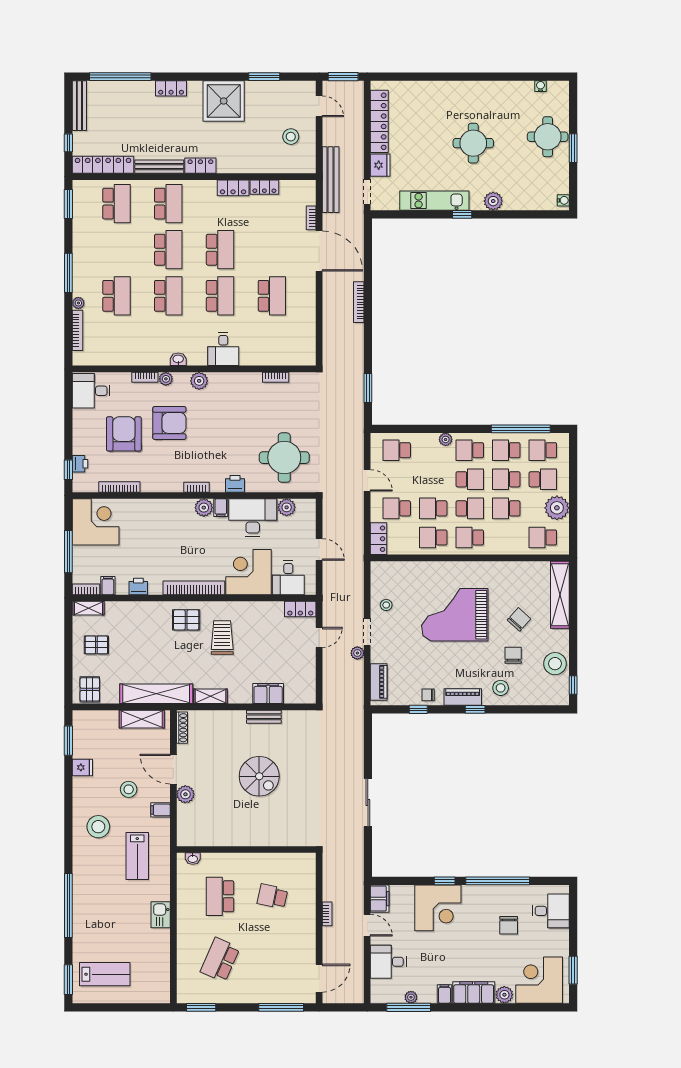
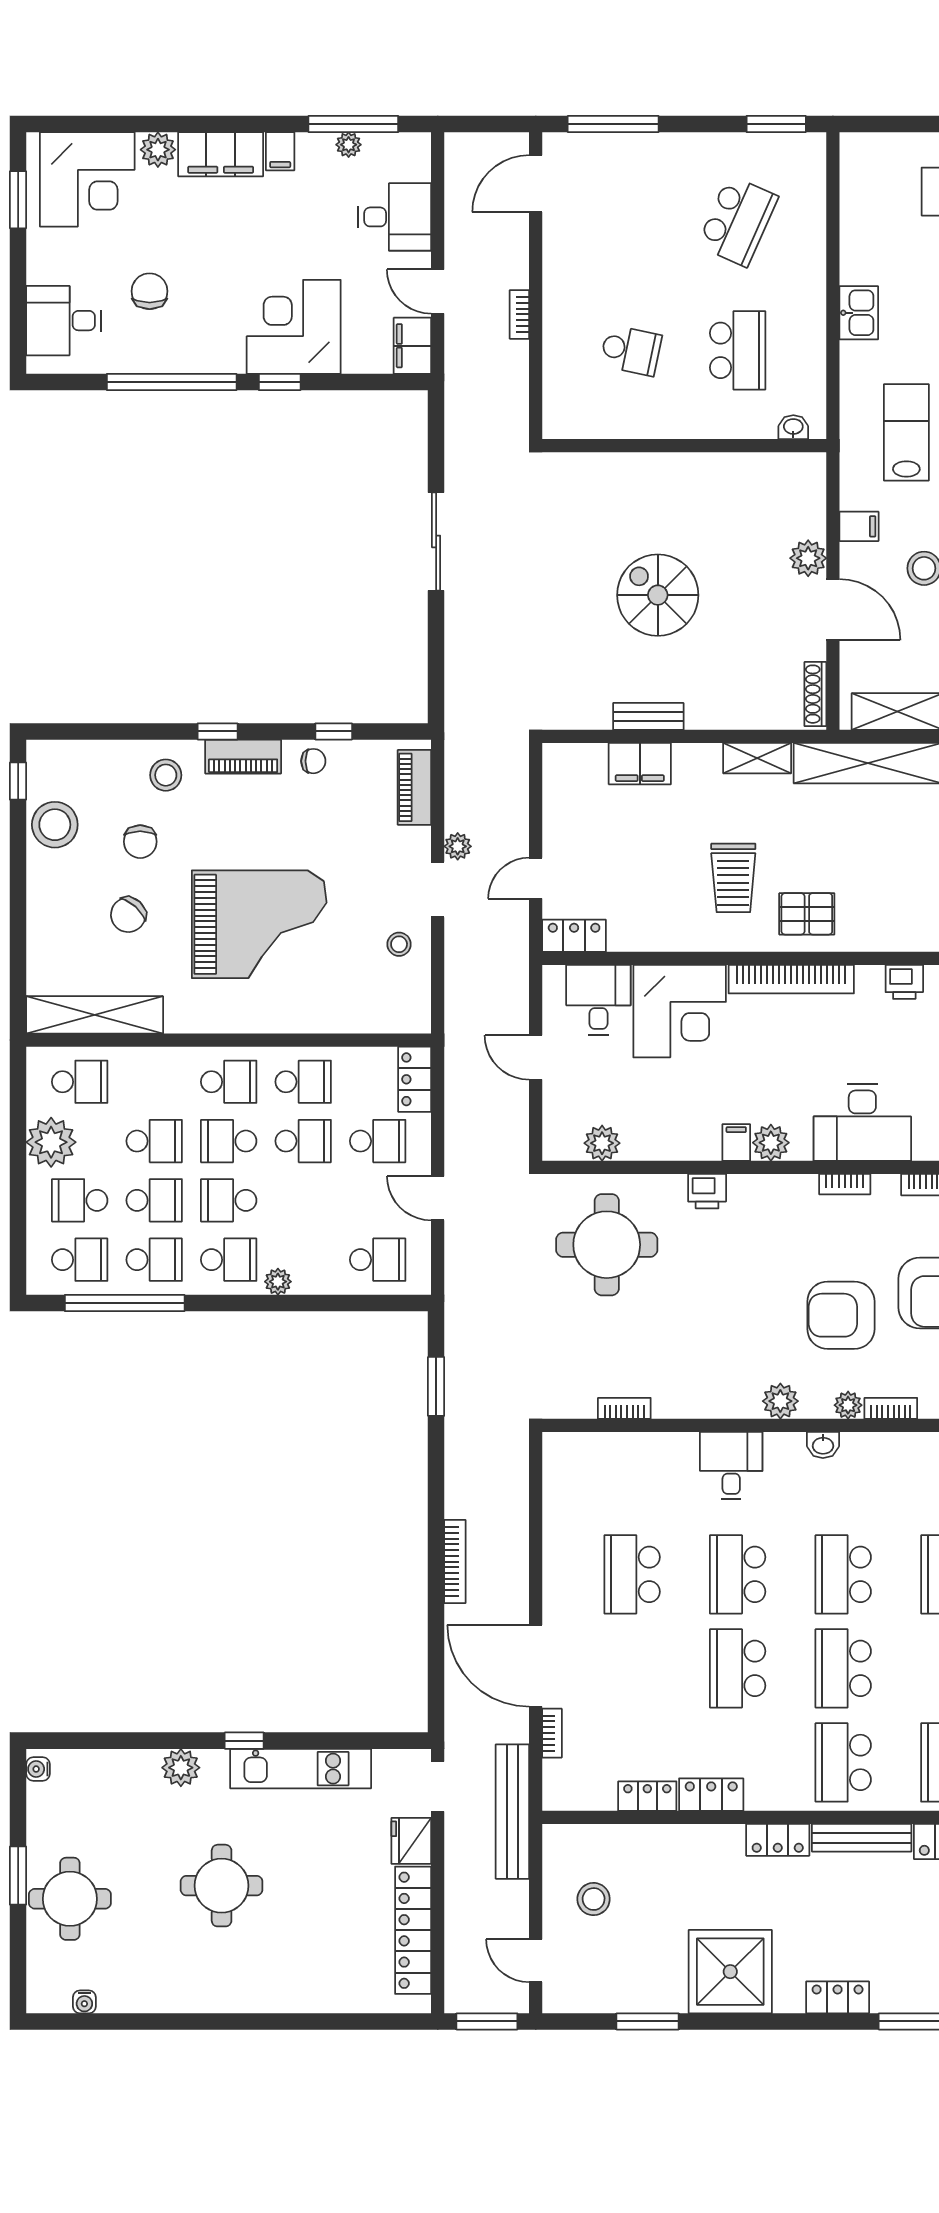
bookcase: (197, 487) -> (845, 1184), moved
desk: (253, 517) -> (862, 1123), moved
shelving: (560, 595) -> (95, 1015), moved, turned 90

